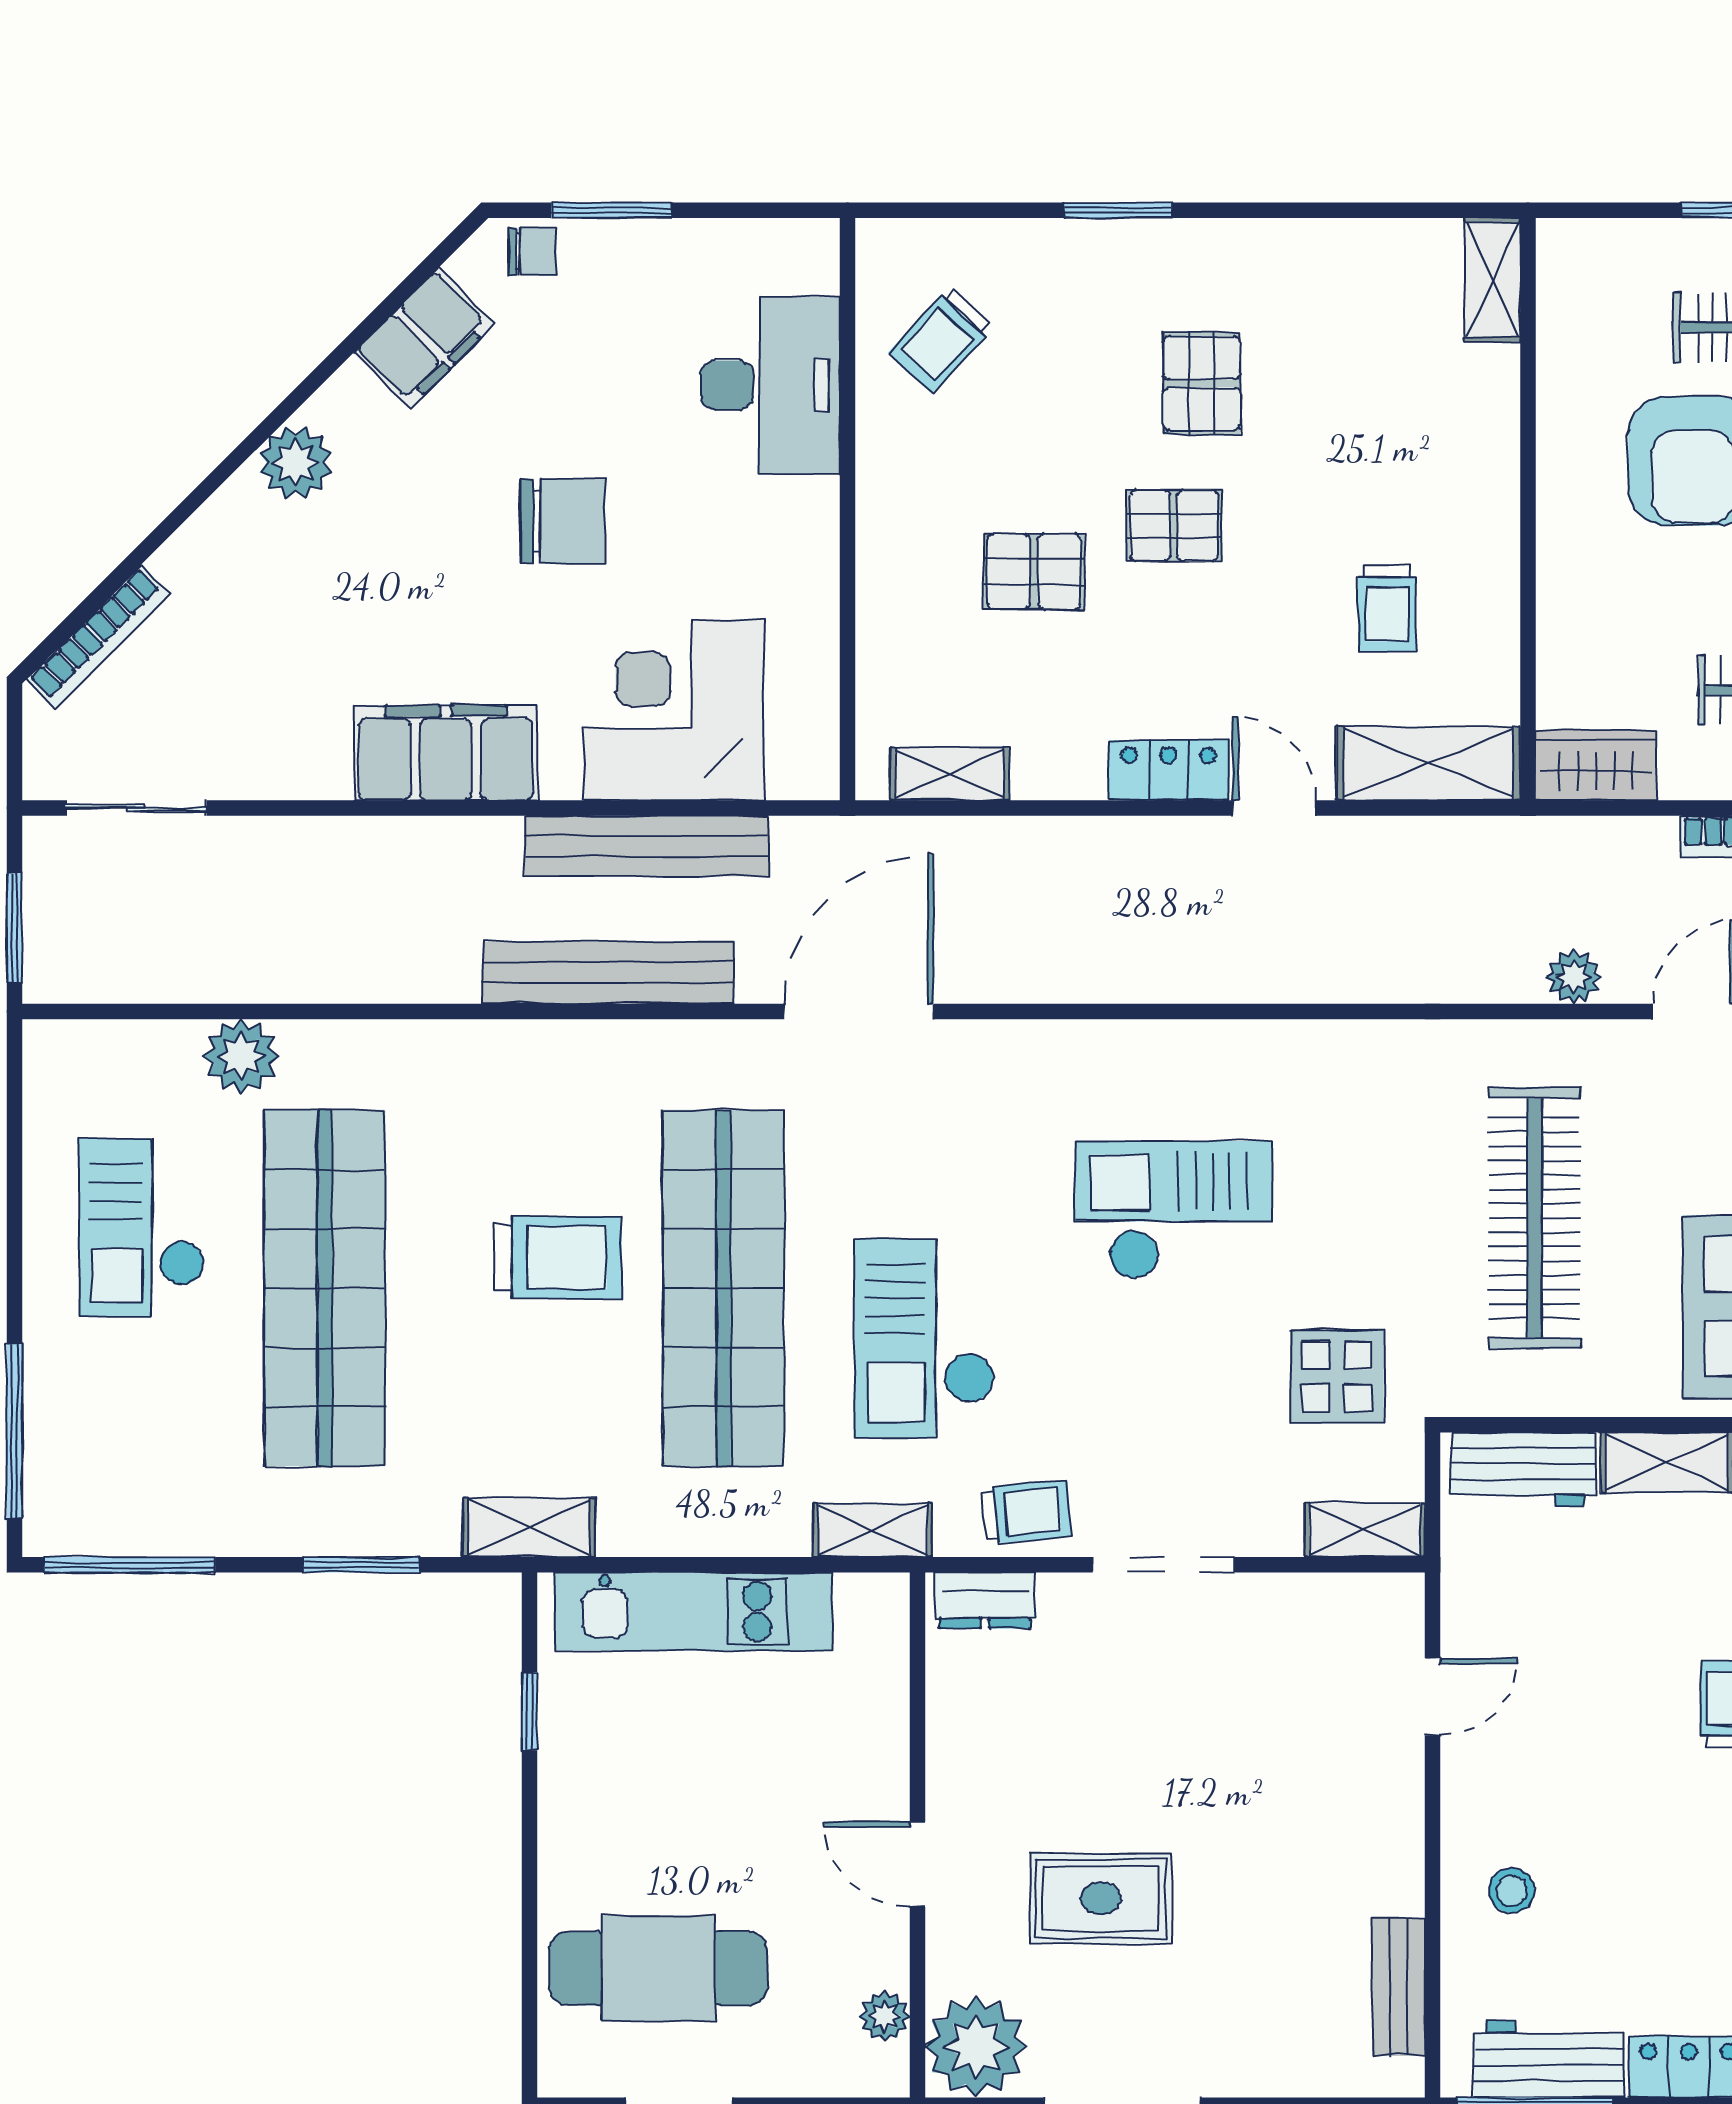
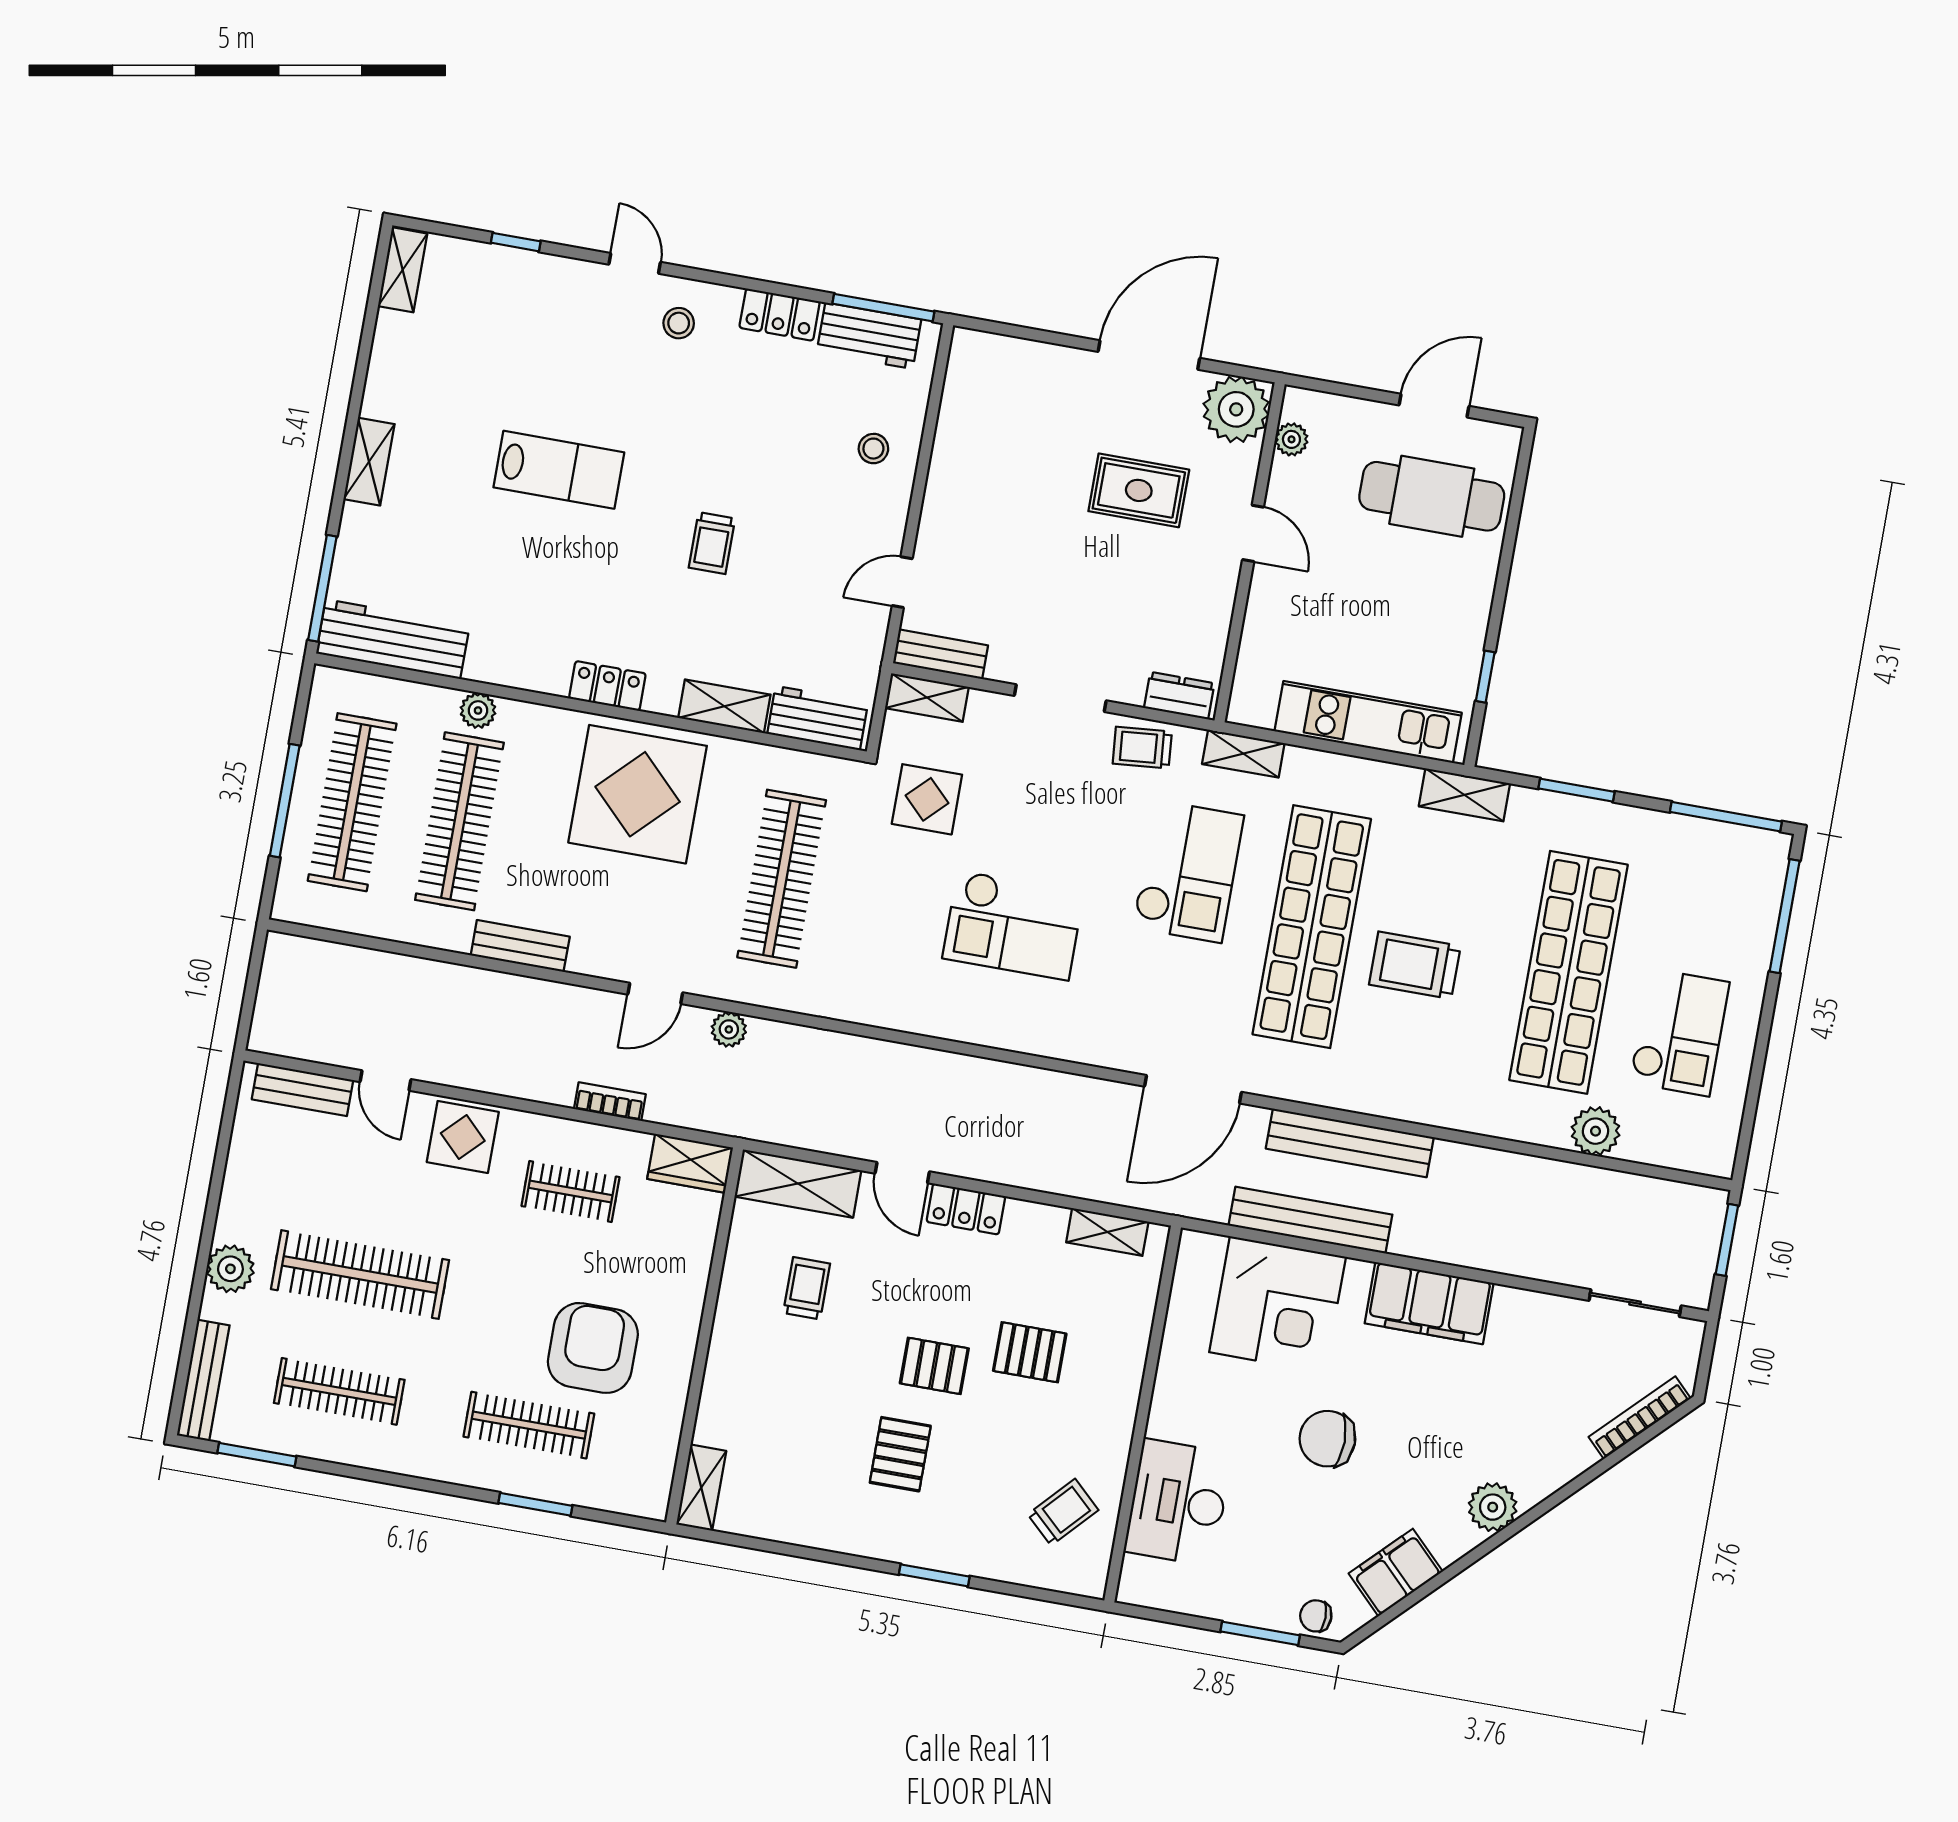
bench: (1399, 1987) -> (941, 654), moved, turned 90

